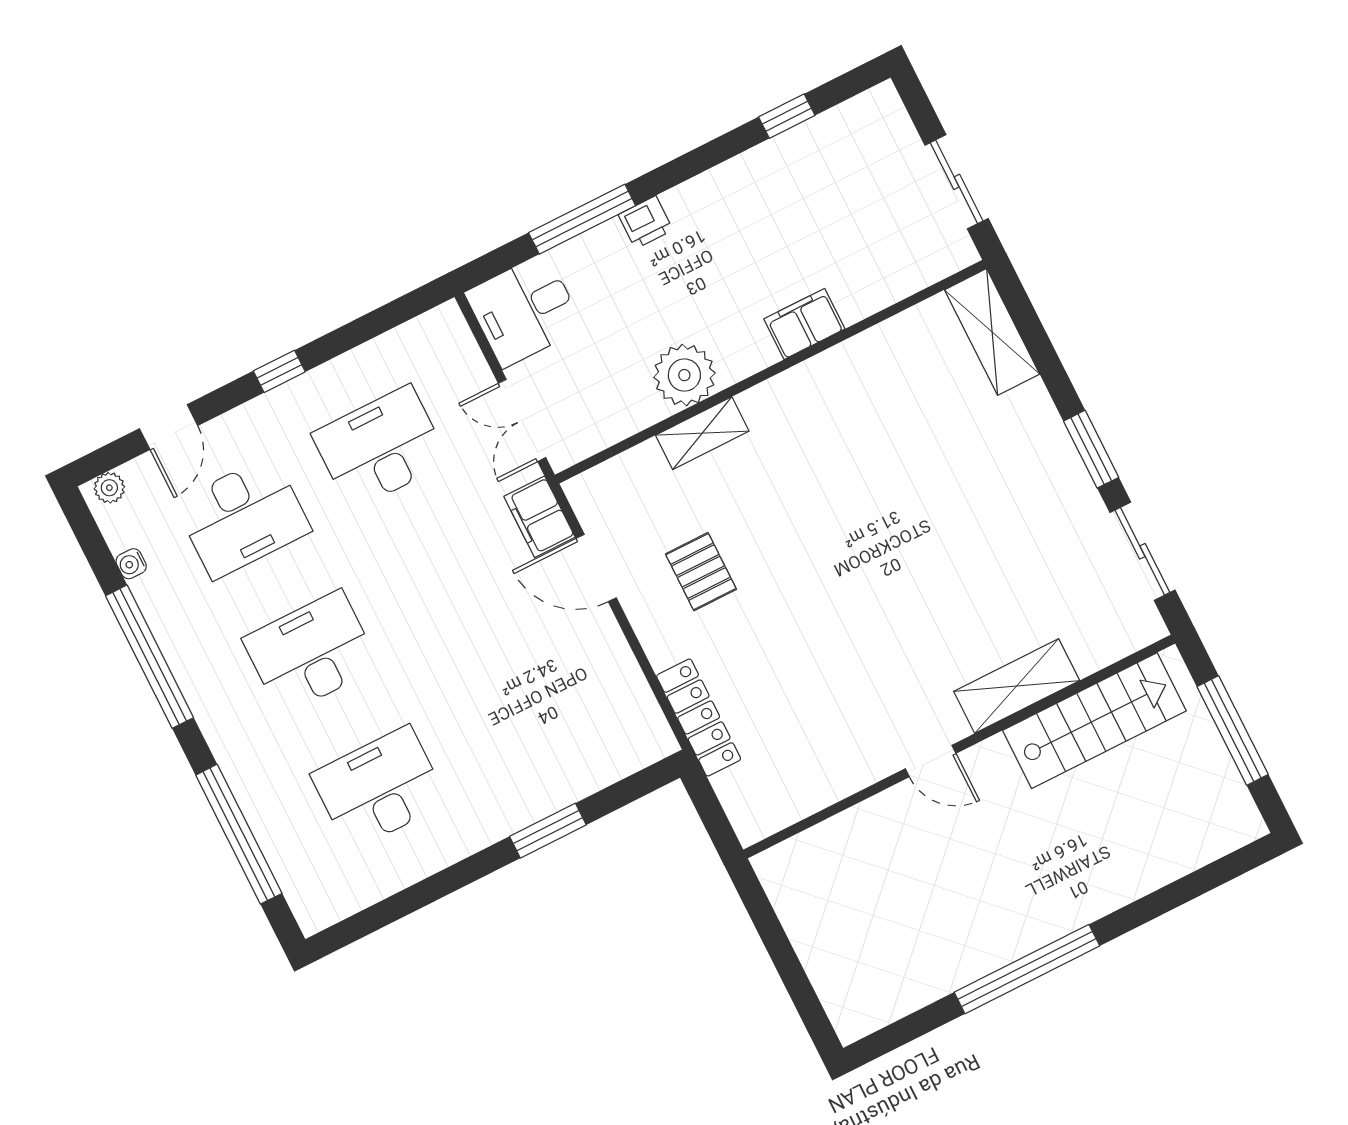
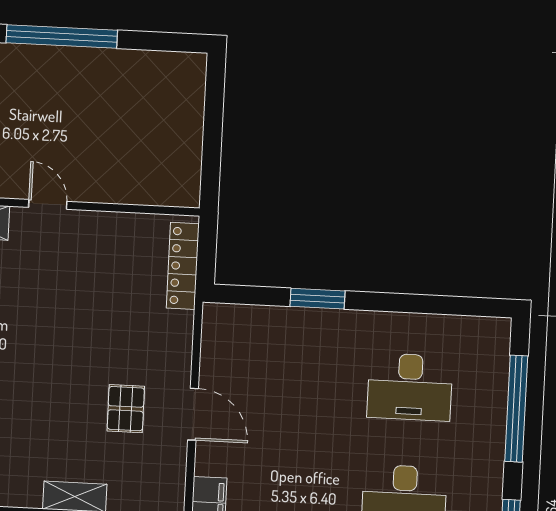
door: (596, 568) -> (193, 414), moved
locker: (699, 718) -> (183, 266), moved

